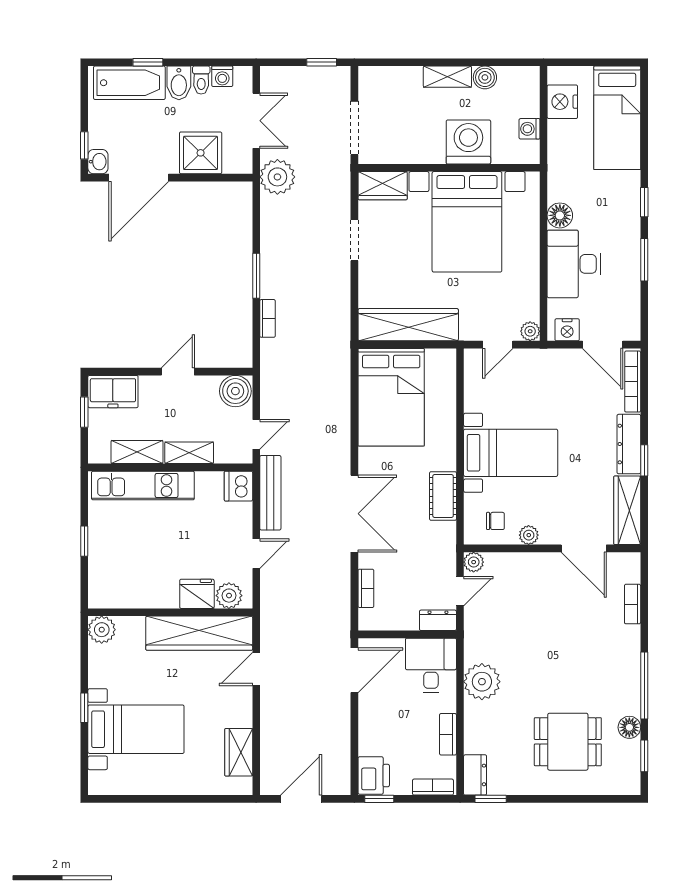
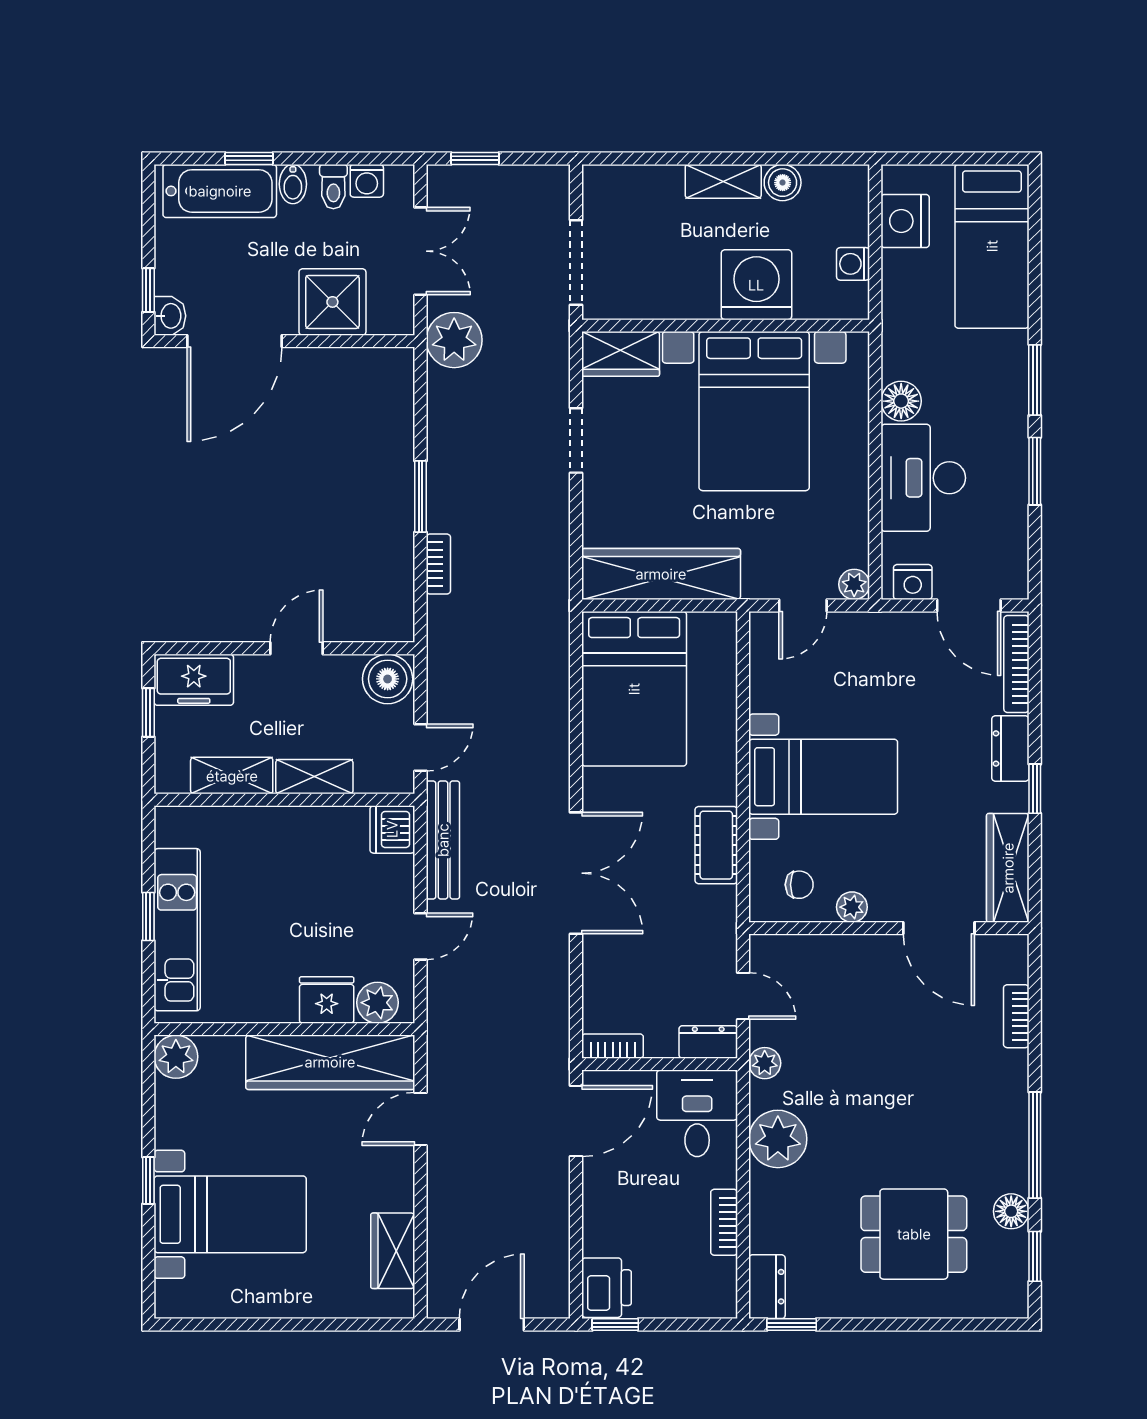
window: (322, 62) -> (475, 158), moved
bidet: (179, 83) -> (293, 184), width x0.72, depth x0.74
window: (644, 202) -> (1035, 380), width x1.50
dresser: (629, 444) -> (1010, 748), width x0.70
kitchen unit: (143, 486) -> (177, 930), moved, turned -90
plant: (474, 562) -> (765, 1063), moved
bookcase: (366, 588) -> (613, 1046), moved, turned -90
door: (460, 591) -> (743, 996), hinge flipped
bookcase: (433, 787) -> (700, 1306), removed

